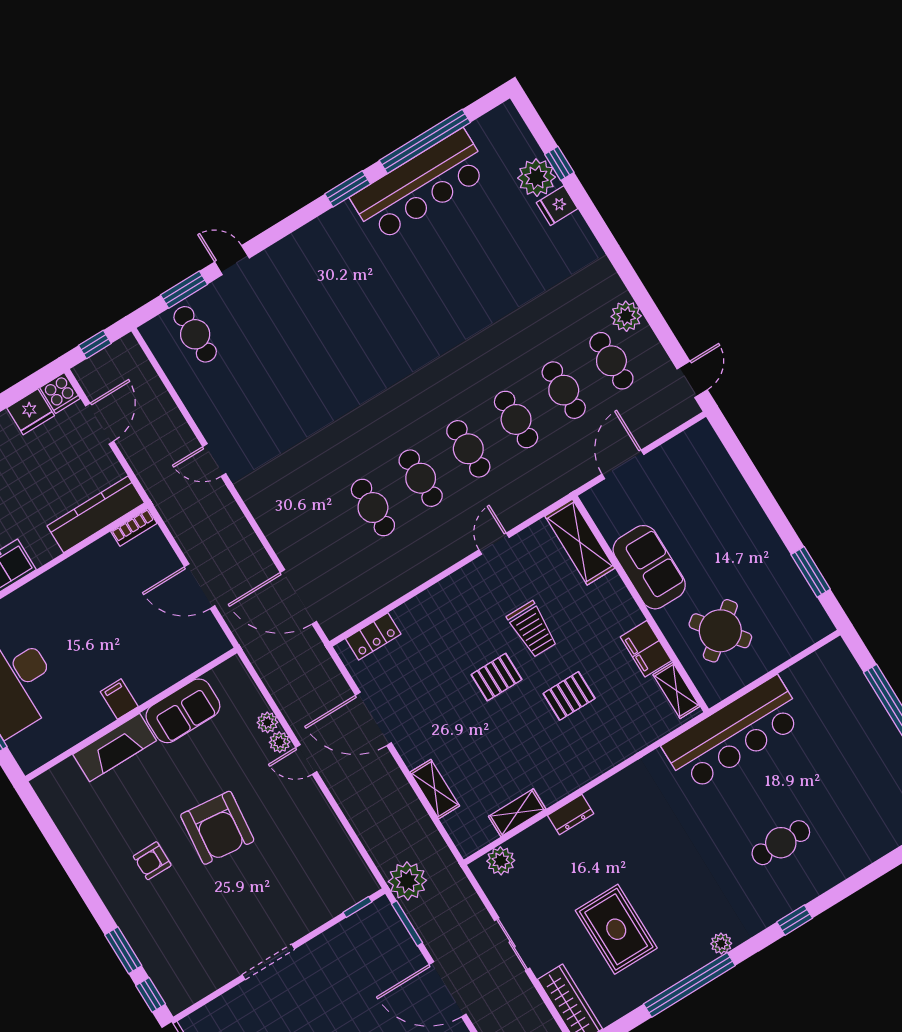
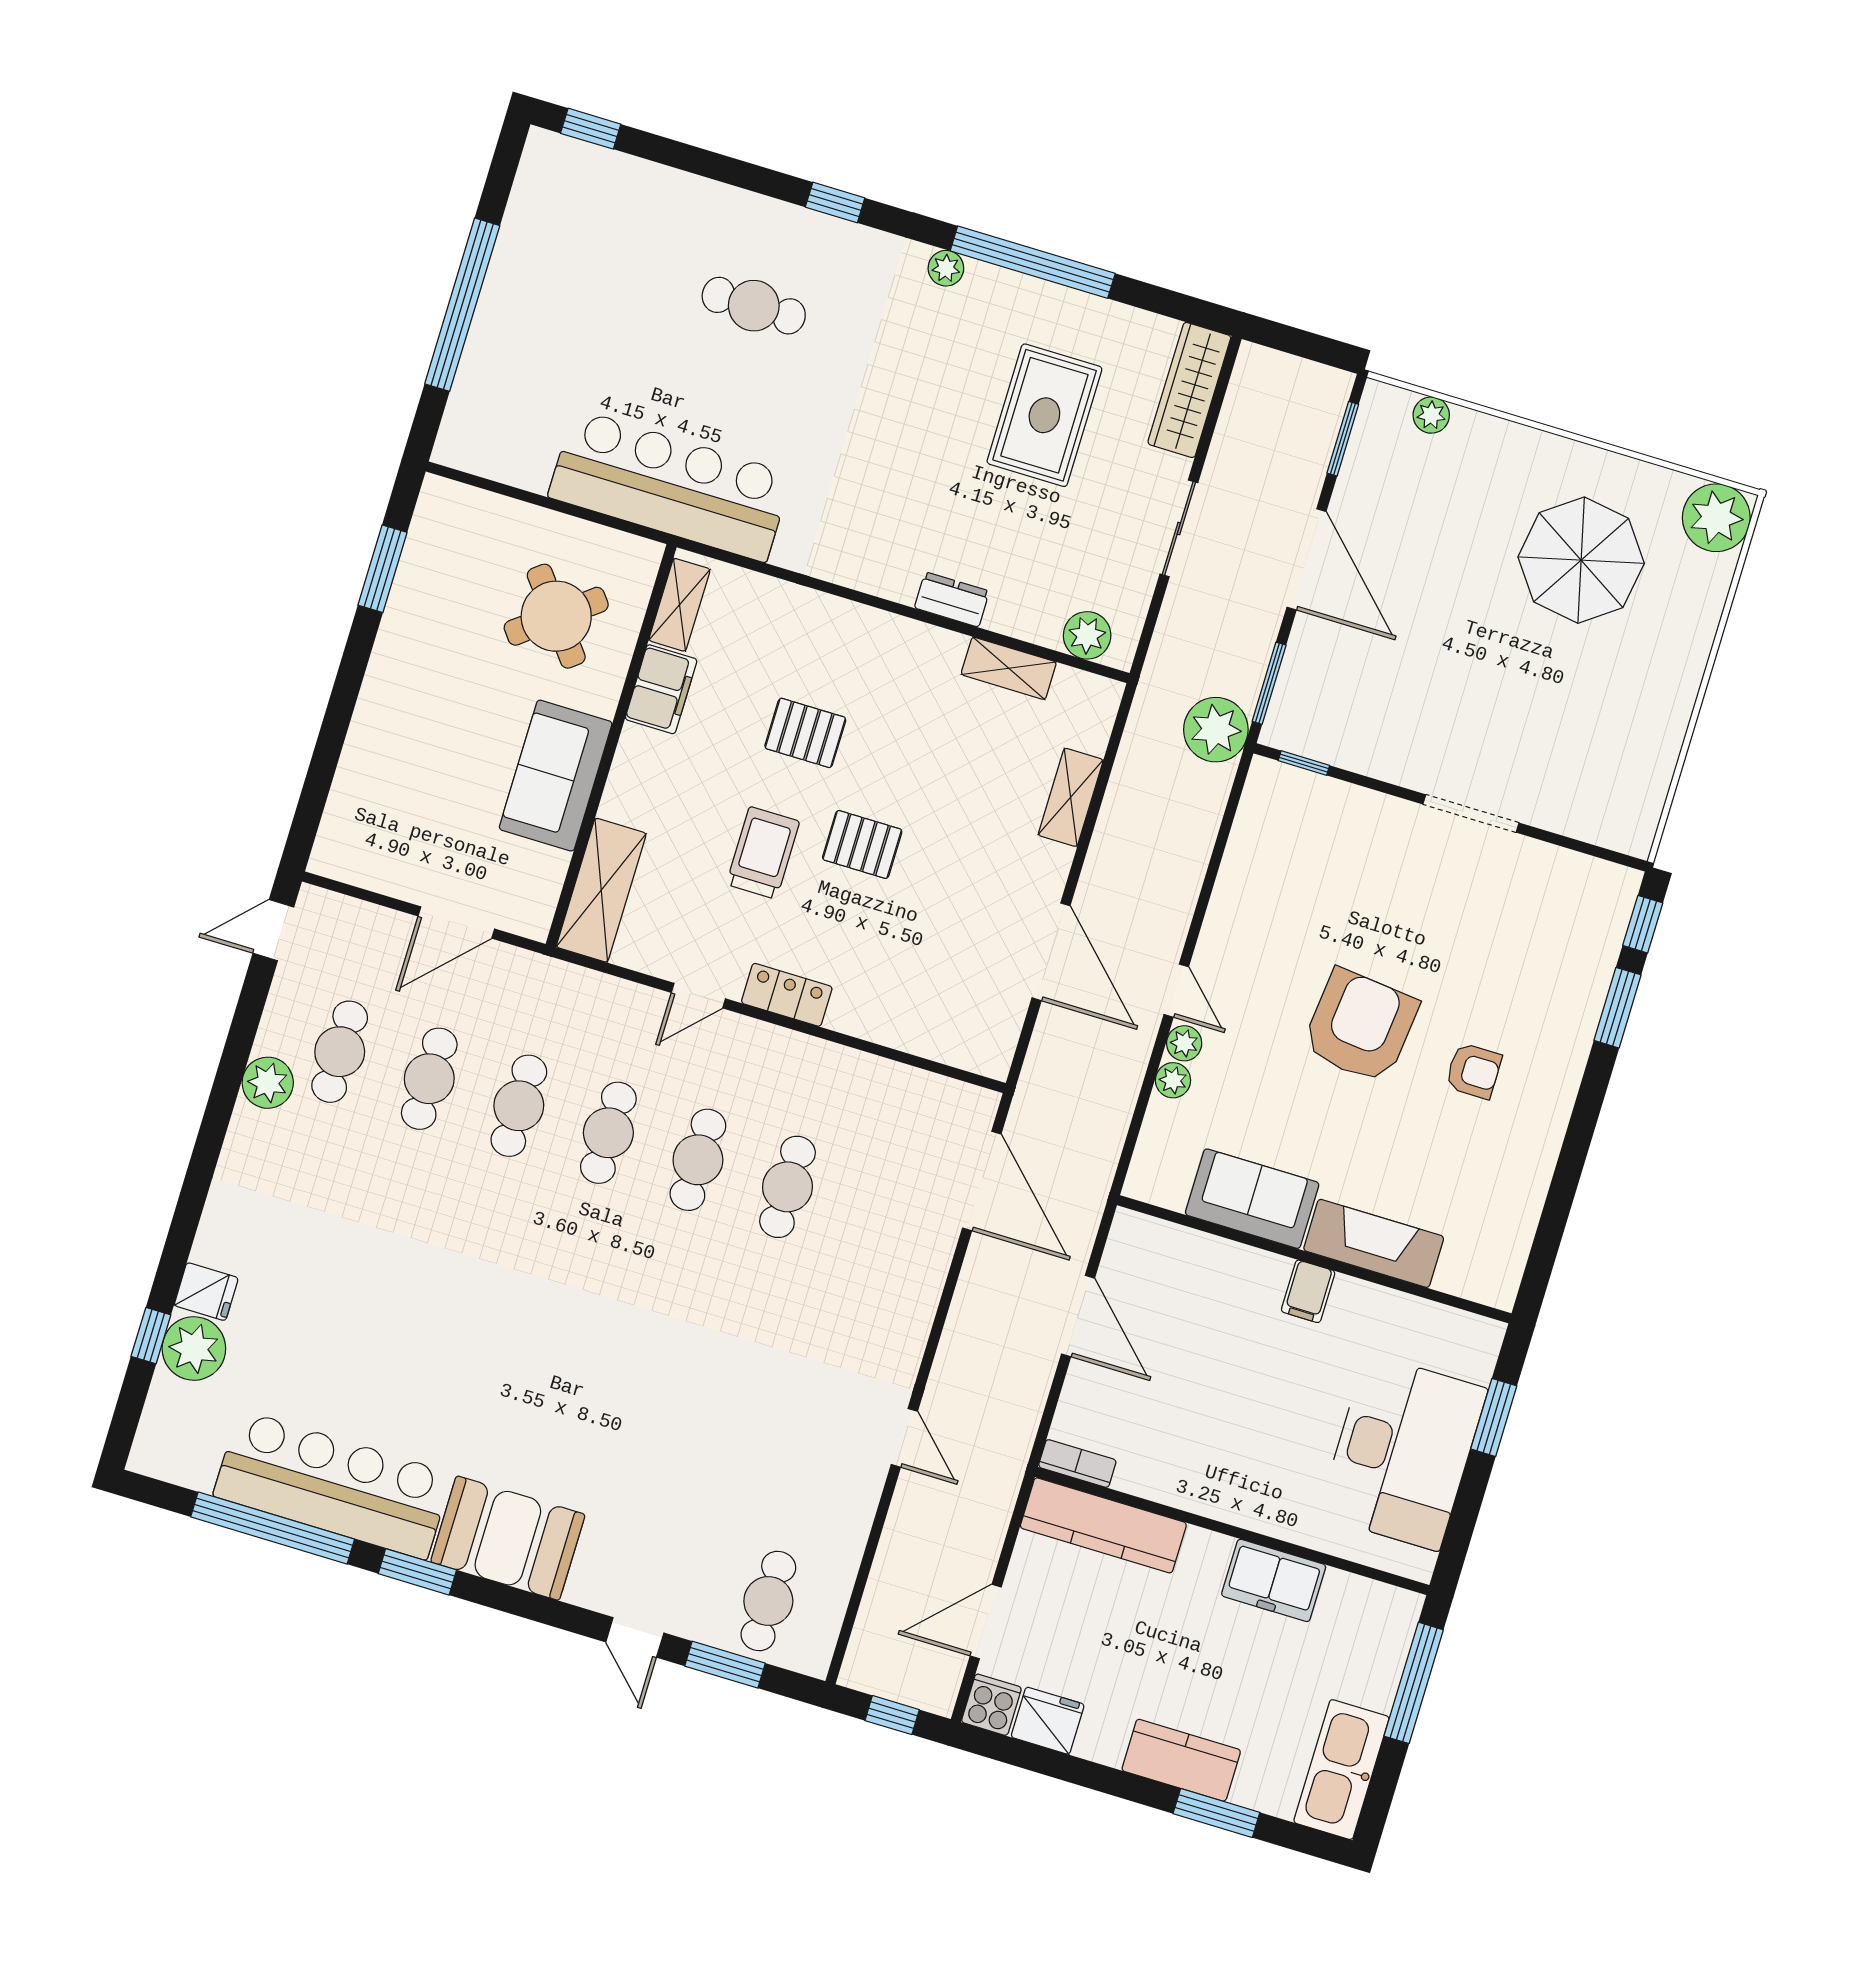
booth: (327, 243) -> (508, 1538), added
locker: (373, 636) -> (787, 995), moved

